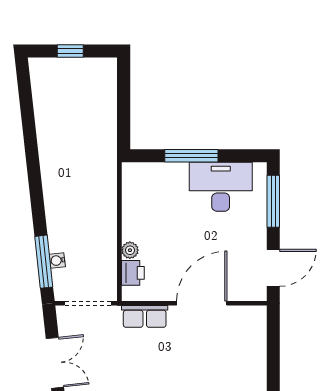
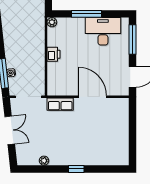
plant: (130, 250) -> (52, 22), moved
printer: (133, 273) -> (54, 54), moved
door: (202, 303) -> (92, 97), hinge flipped

